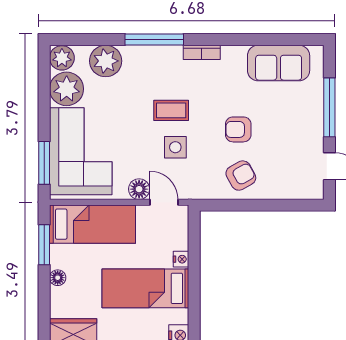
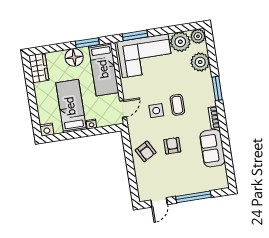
window: (154, 40) -> (217, 88), width x0.69
sofa: (279, 63) -> (212, 148), moved
floor lamp: (139, 189) -> (128, 93), removed
floor lamp: (58, 278) -> (74, 57), width x1.89, depth x1.89

